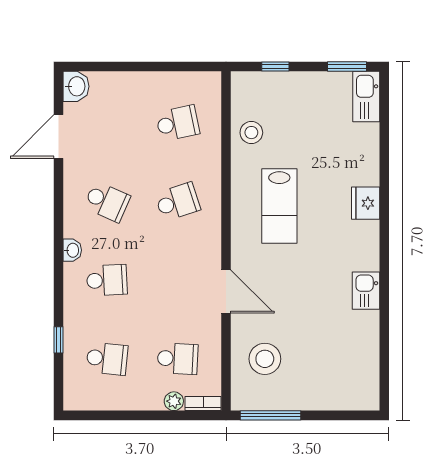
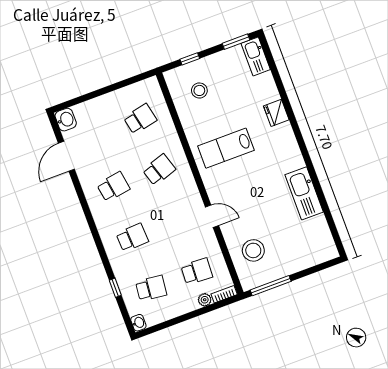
stool: (251, 133) -> (199, 90), moved
school desk: (107, 202) -> (113, 187), turned -33
fridge: (366, 203) -> (276, 113), moved
lab bench: (279, 206) -> (226, 148), turned 90
washbasin: (72, 250) -> (138, 323), moved
kitchen sink: (366, 291) -> (304, 193), width x1.87, depth x1.24
door: (226, 292) -> (212, 216), width x0.73

